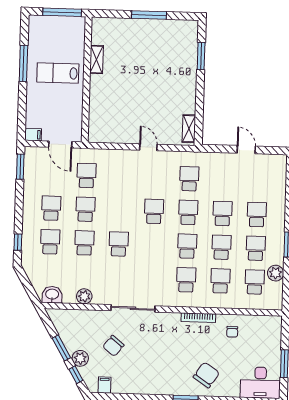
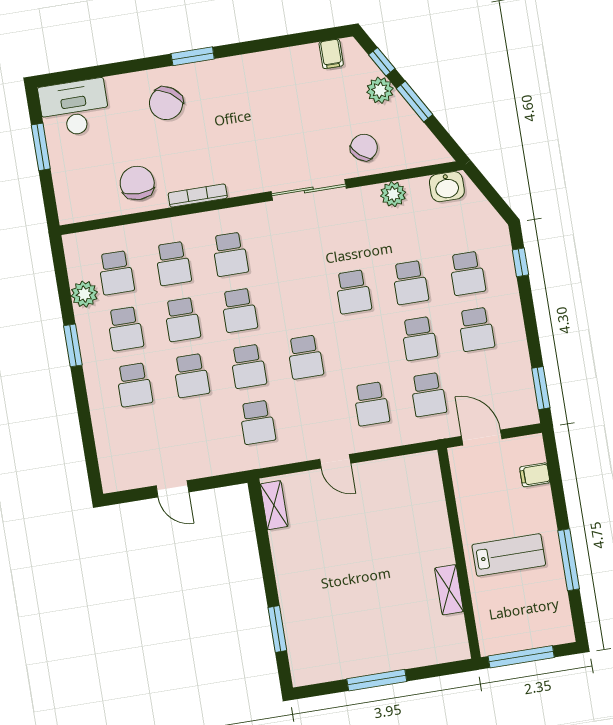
filing cabinet: (33, 135) -> (535, 475), moved
school desk: (121, 177) -> (371, 404), added
chair: (232, 332) -> (137, 183), width x1.87, depth x1.87
chair: (113, 346) -> (364, 147), moved

